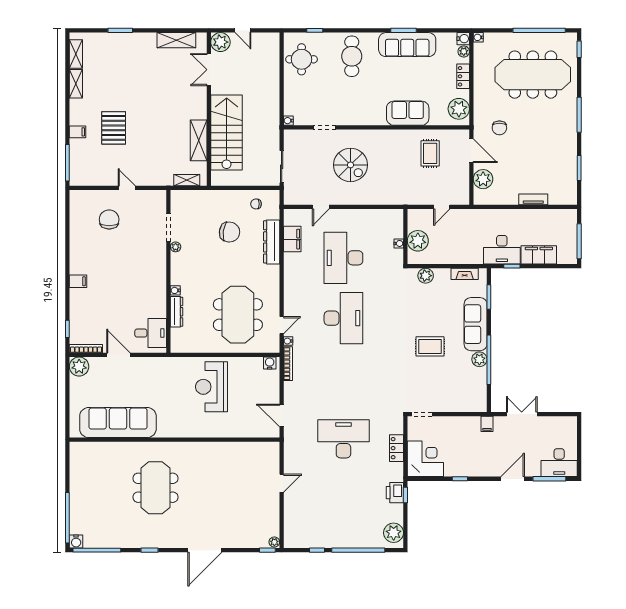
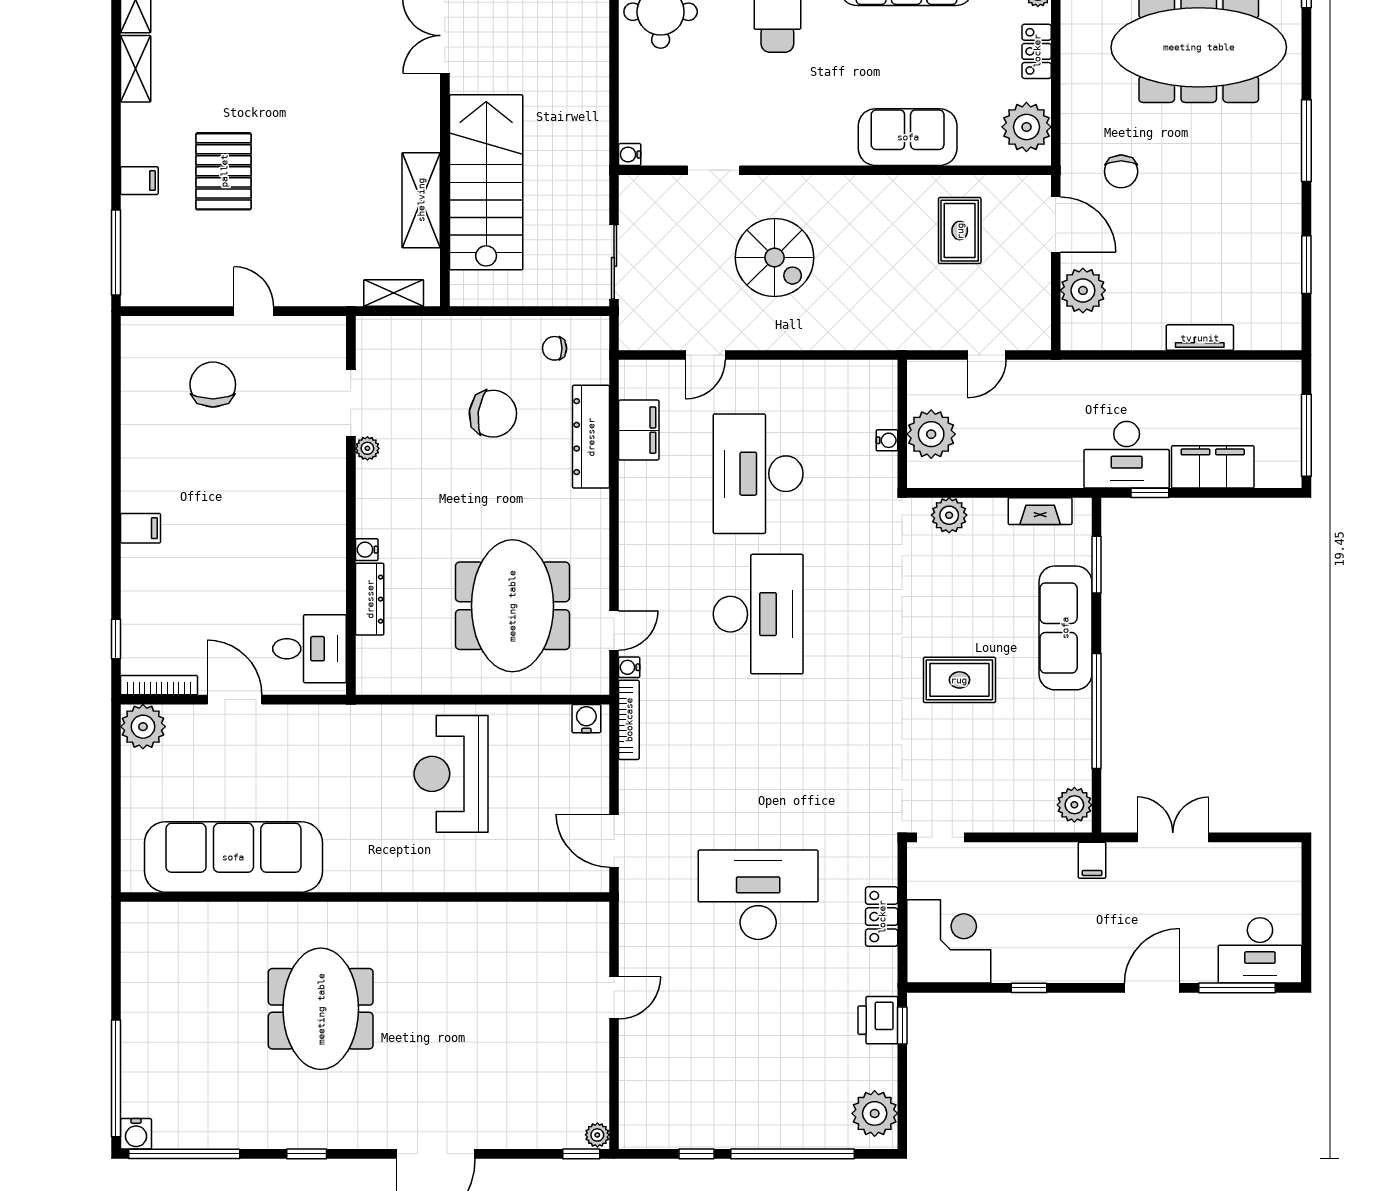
plant: (479, 359) -> (1074, 805), moved

